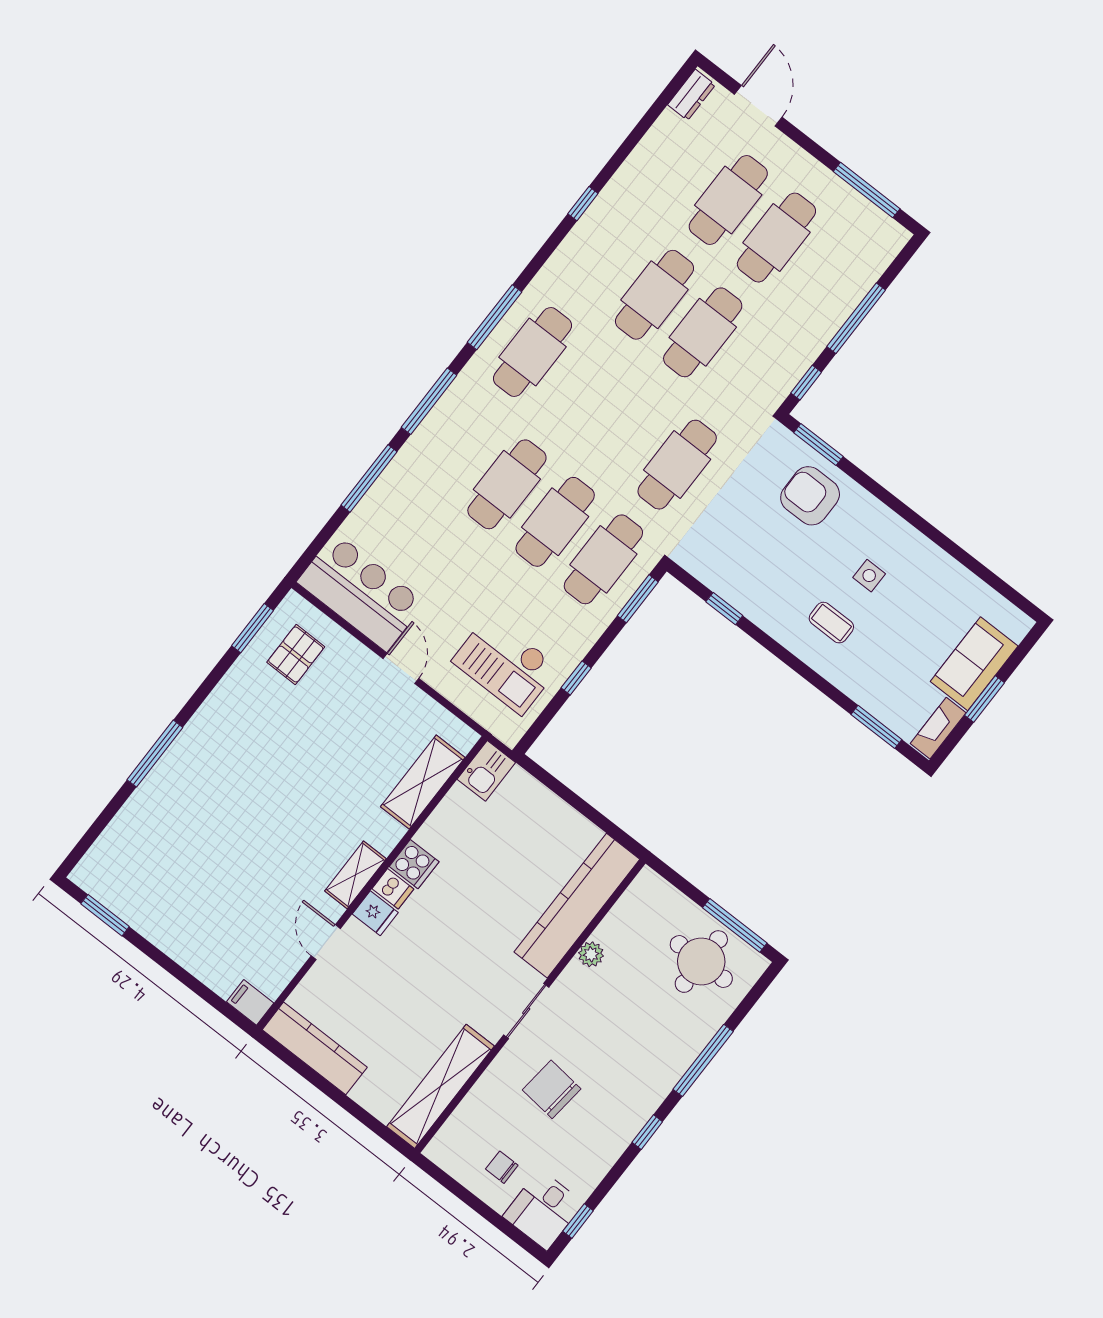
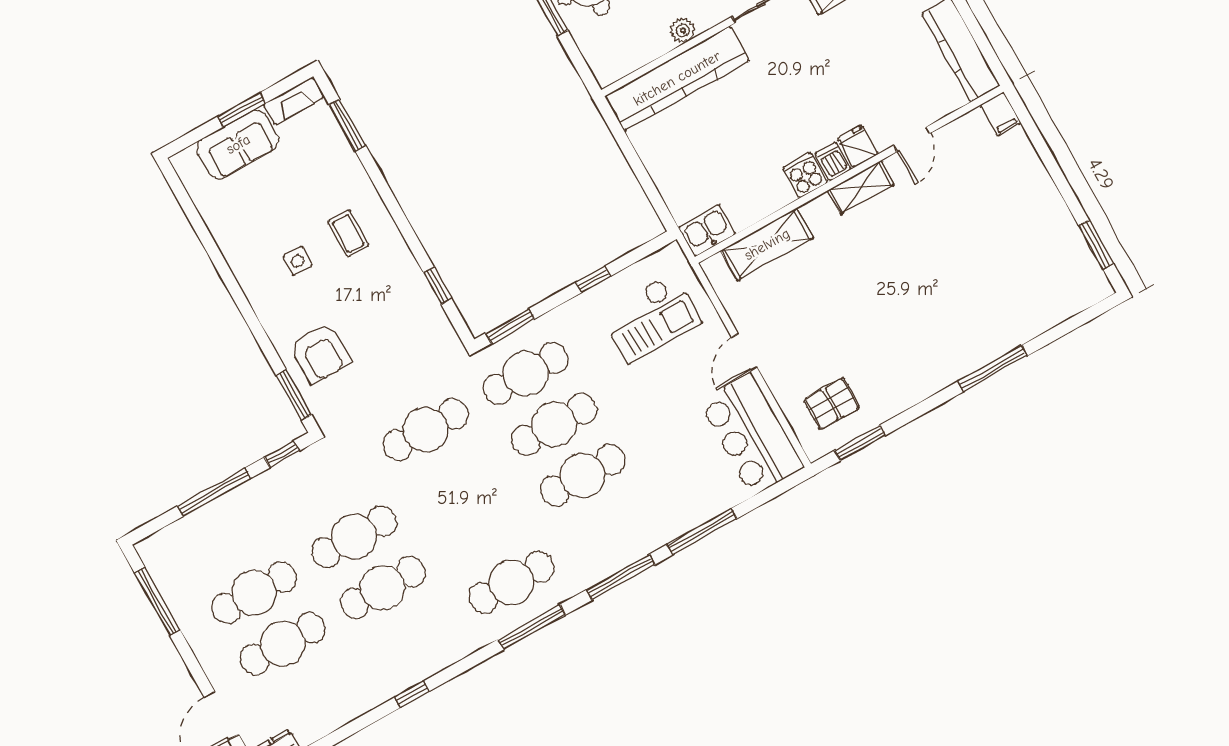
checkout: (505, 664) -> (651, 318), turned 90

